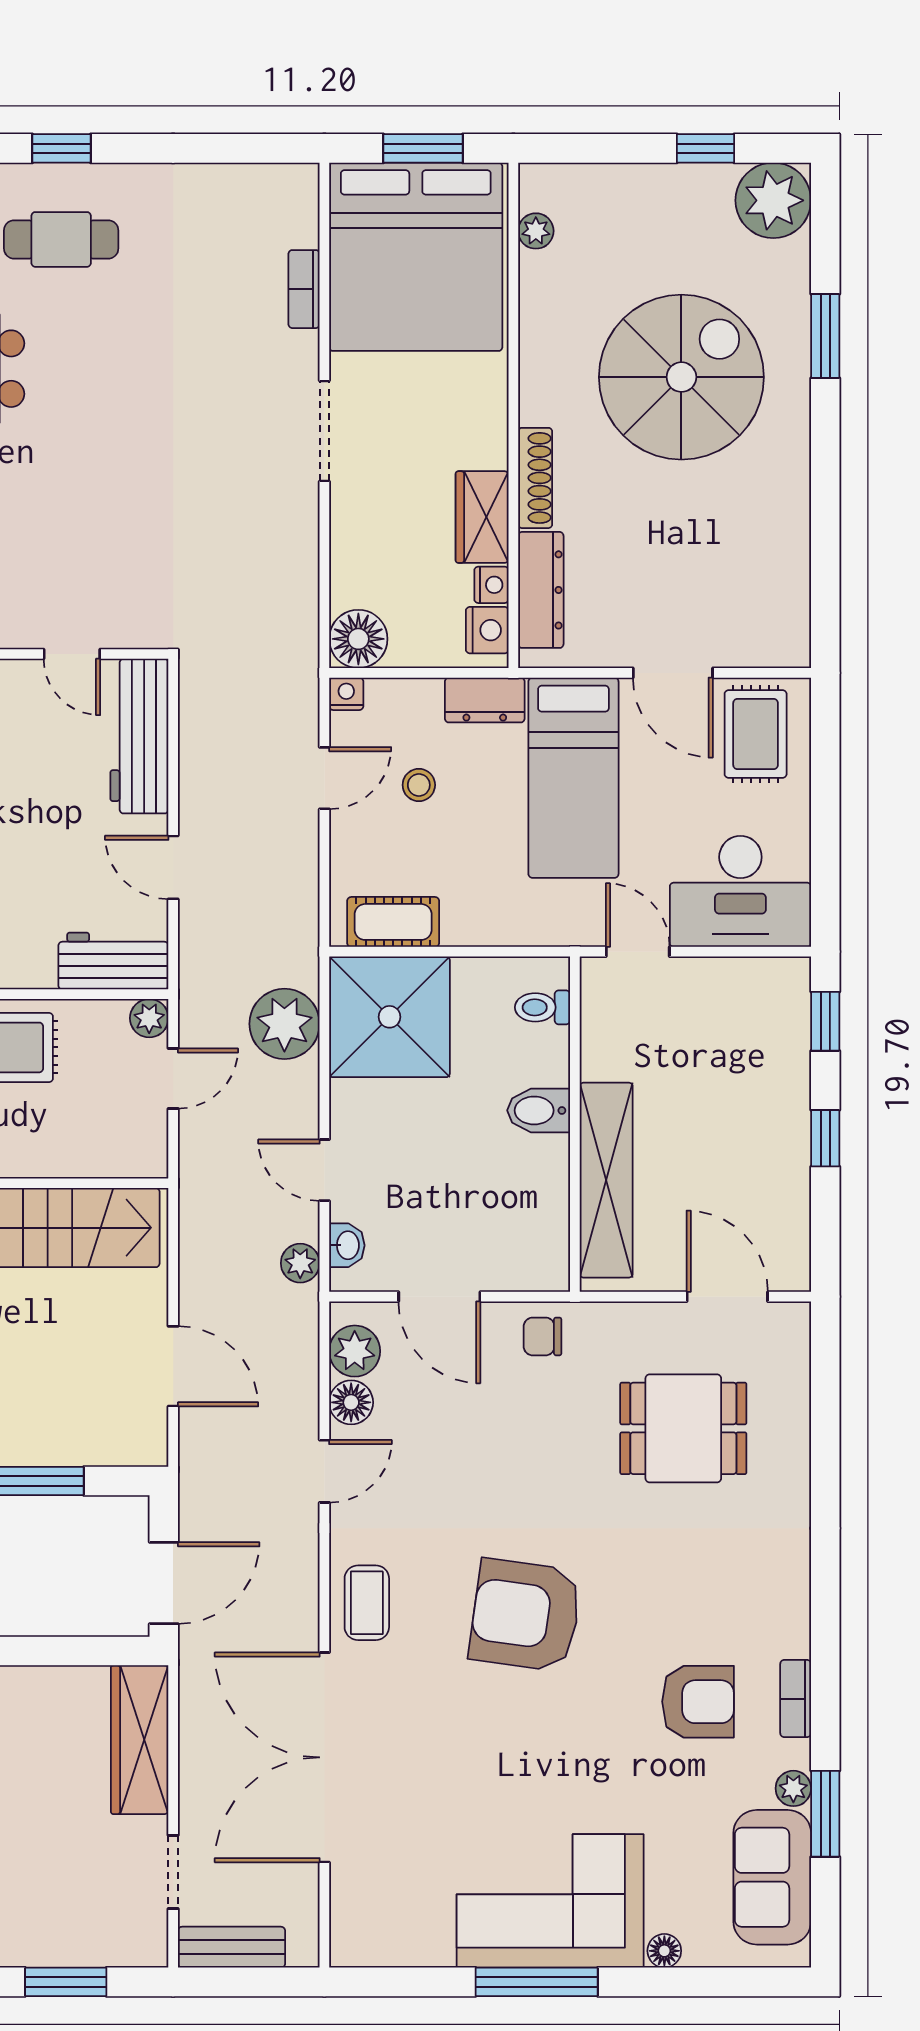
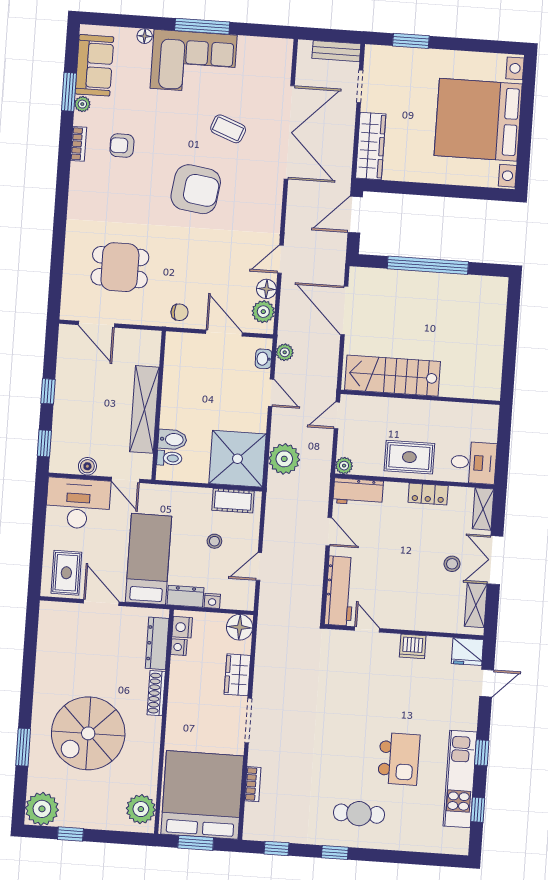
window: (62, 148) -> (335, 853), moved
window: (241, 148) -> (277, 848), added
plant: (536, 231) -> (141, 809), width x1.88, depth x1.88
wardrobe: (482, 517) -> (237, 675), moved, turned 180
nightstand: (346, 694) -> (212, 601), moved
stool: (419, 785) -> (214, 541), moved
boiler: (725, 976) -> (87, 466), added
door: (173, 1079) -> (337, 415), moved
bidet: (539, 1110) -> (172, 439), moved
shelving: (606, 1180) -> (144, 409), moved
door: (173, 1366) -> (344, 310), width x1.36
coffee table: (367, 1603) -> (228, 129), moved, turned -69
armchair: (698, 1702) -> (122, 145), width x0.72, depth x0.72

